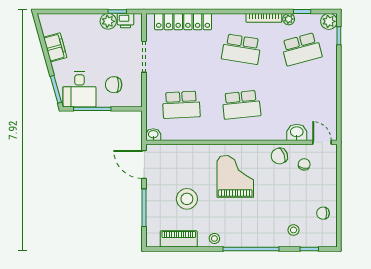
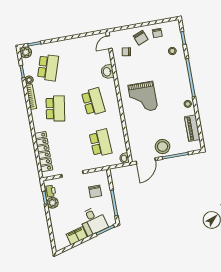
school desk: (302, 49) -> (48, 68), turned 33
desk: (79, 89) -> (93, 221), moved, turned 75
washbasin: (297, 132) -> (107, 72), moved
chair: (279, 156) -> (141, 38), moved
grand piano: (235, 176) -> (143, 97), turned -90
stool: (187, 199) -> (162, 147), moved

